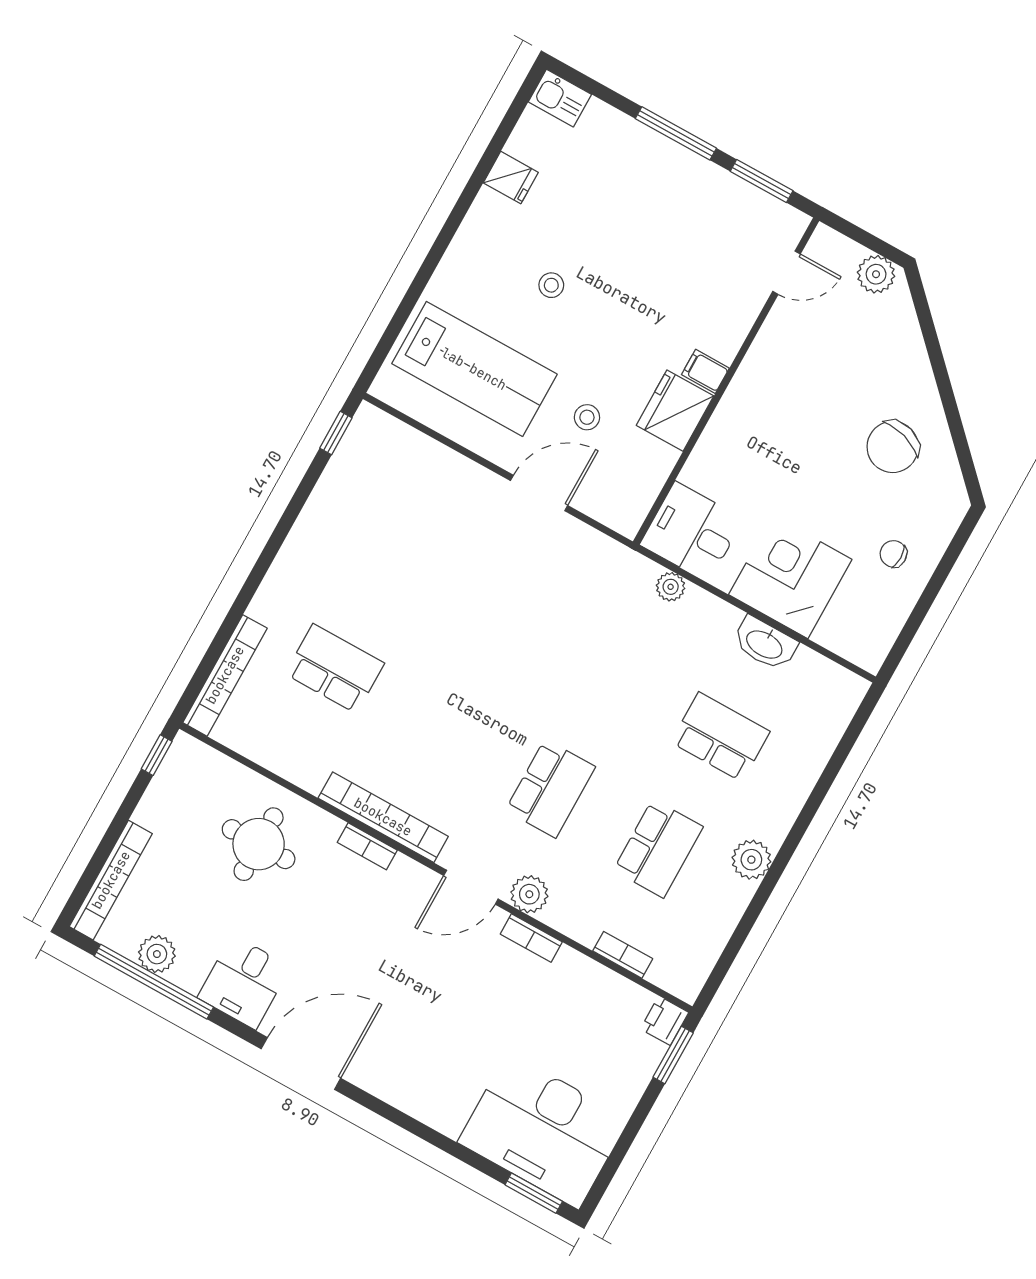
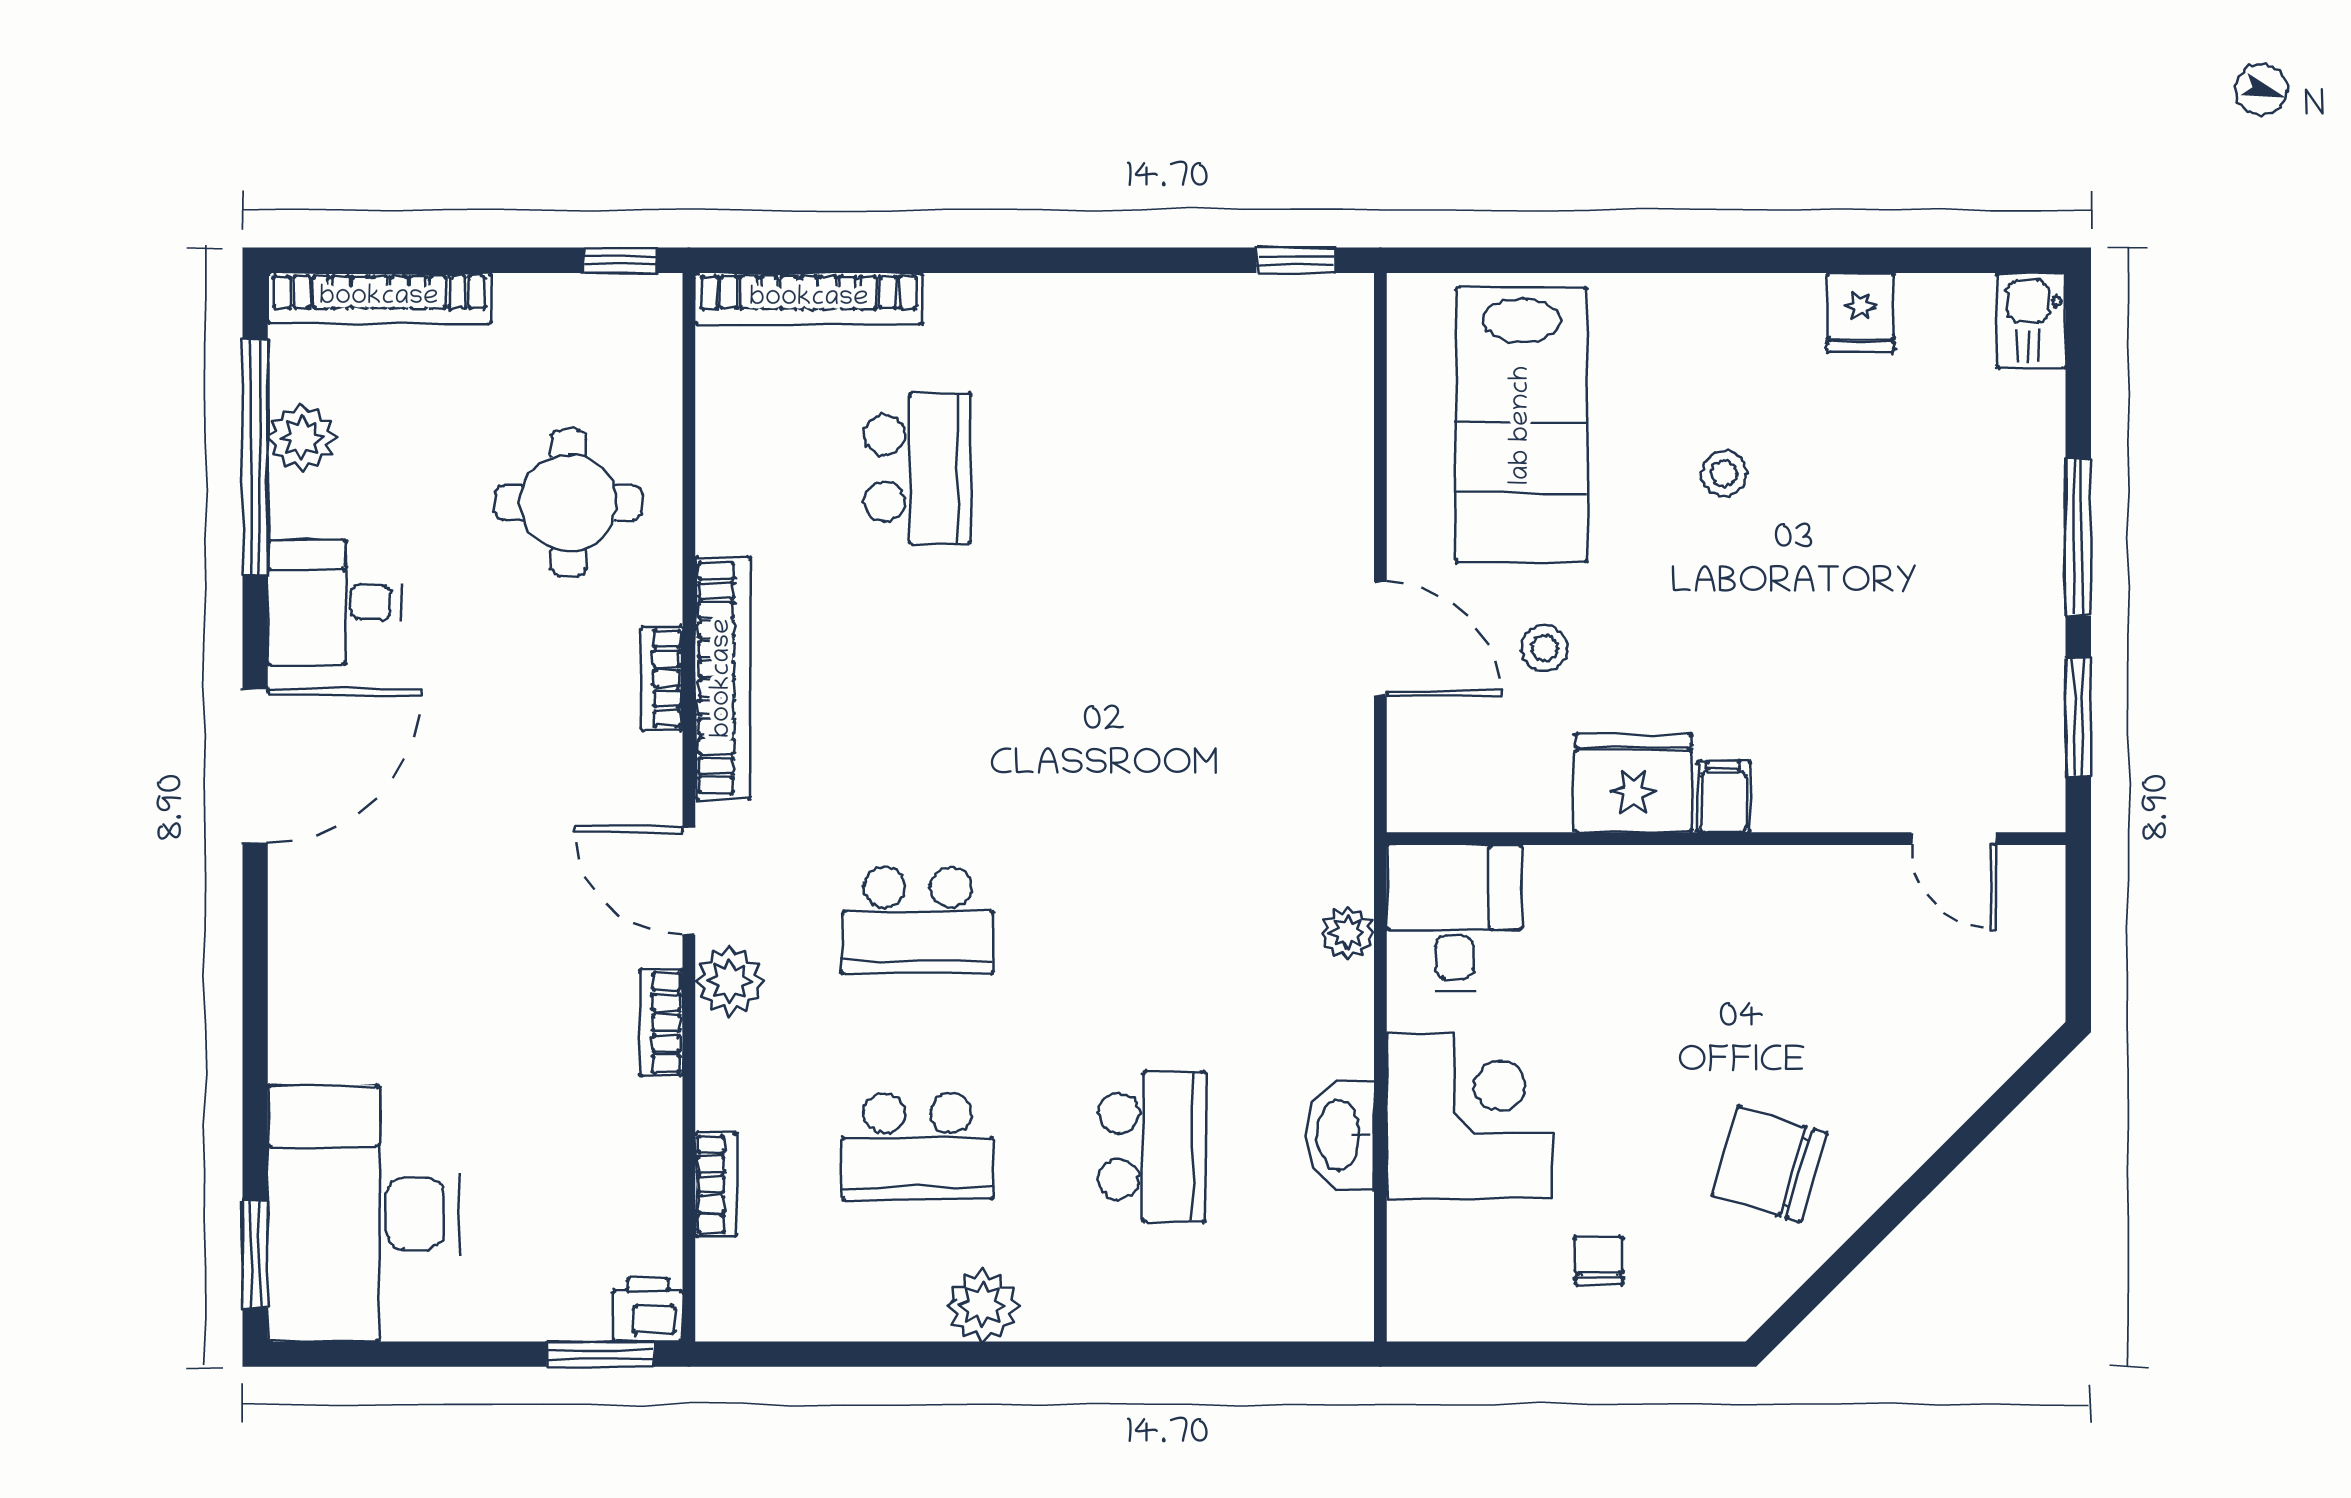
plant: (876, 274) -> (2031, 983), removed
door: (301, 1064) -> (255, 766), hinge flipped

